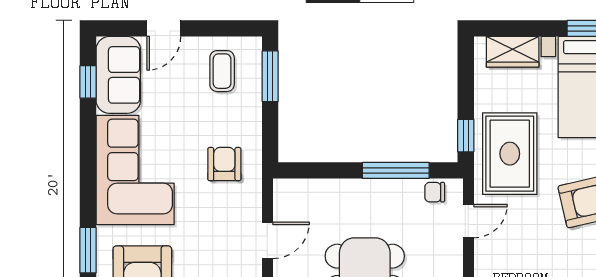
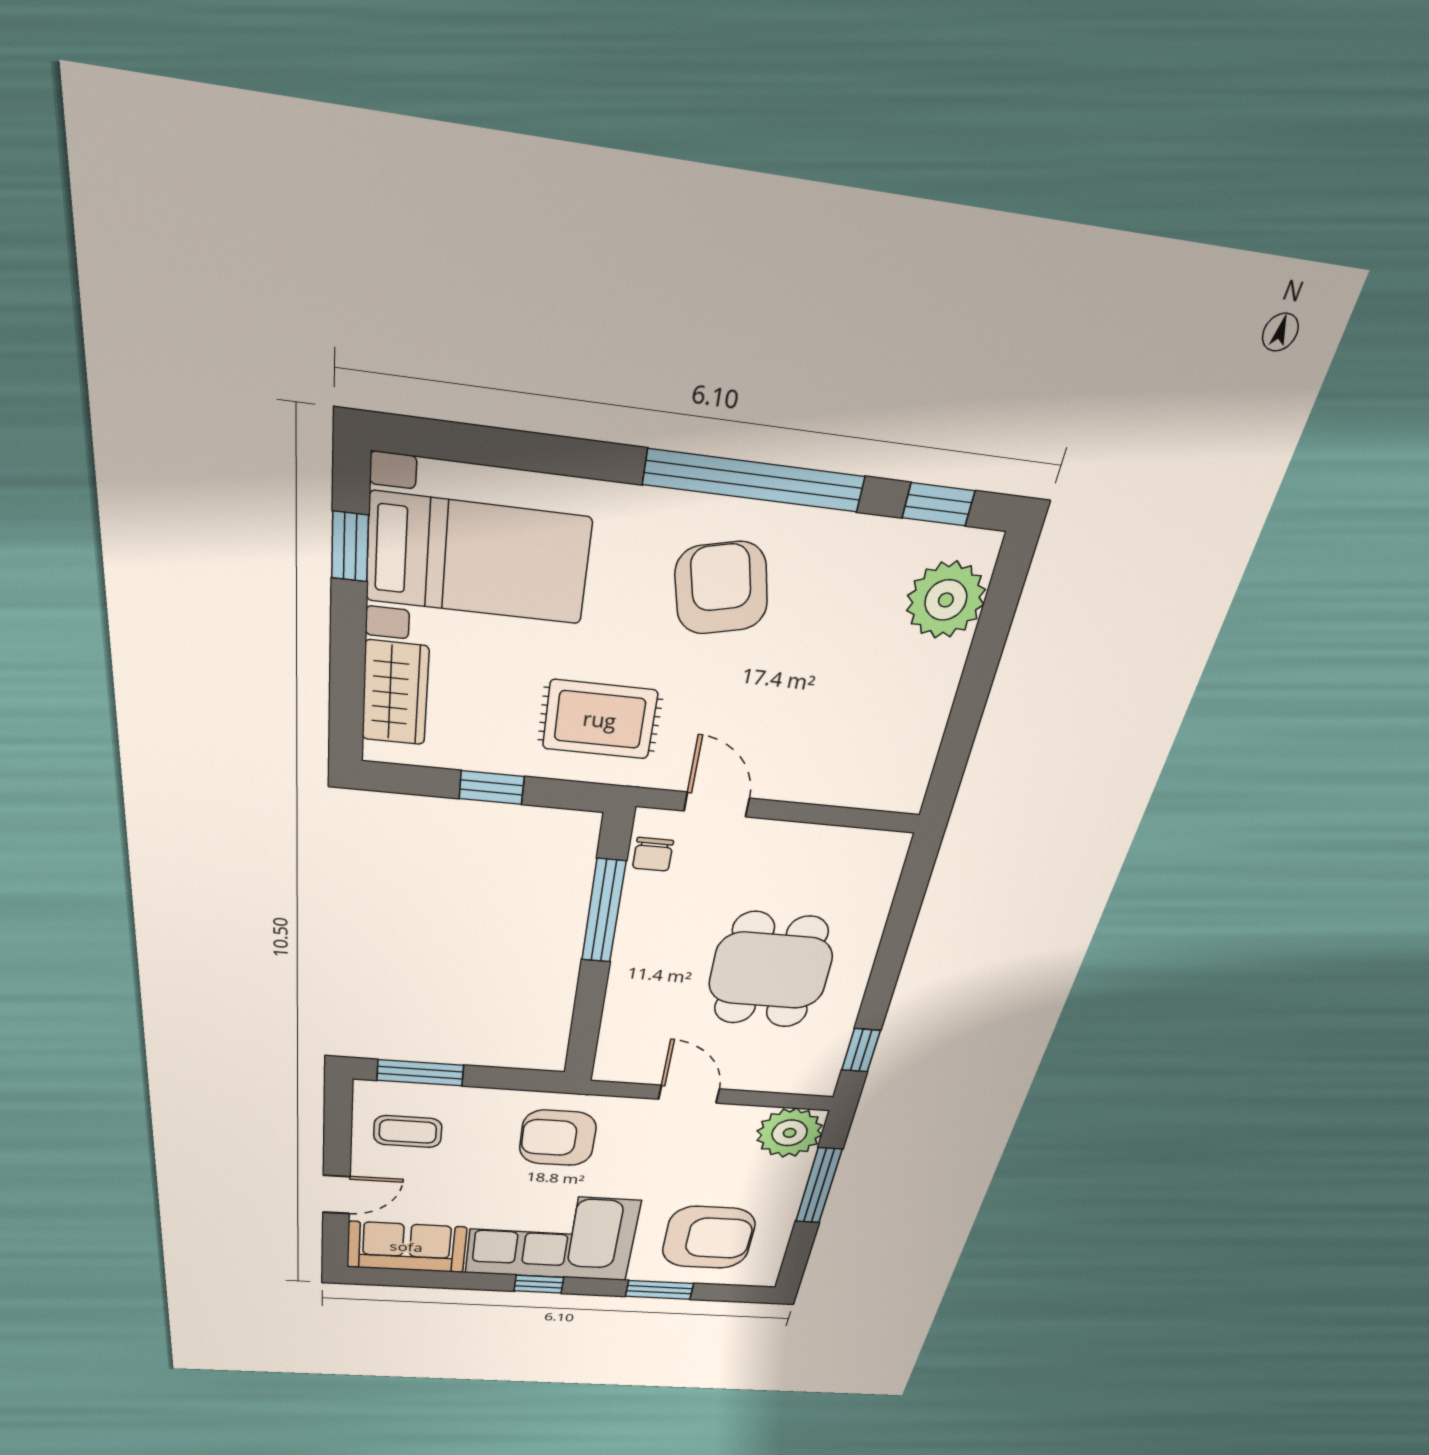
door: (164, 28) -> (336, 1195), hinge flipped
window: (88, 82) -> (539, 1284), moved
window: (466, 136) -> (492, 788), moved
rug: (510, 154) -> (600, 720), width x0.73, depth x0.70
armchair: (224, 164) -> (558, 1138), width x1.38, depth x1.38

